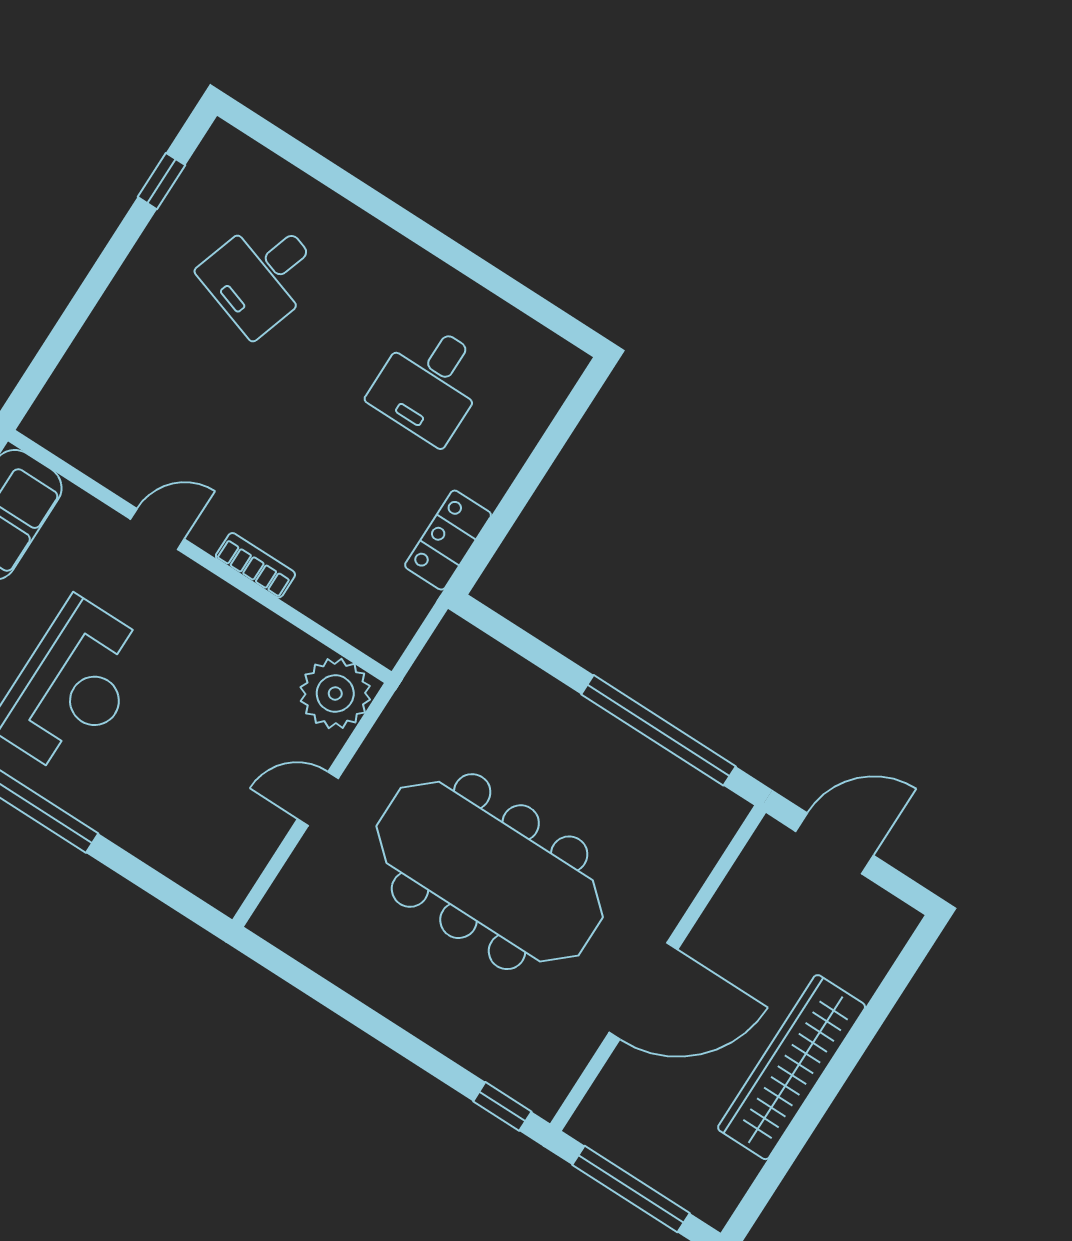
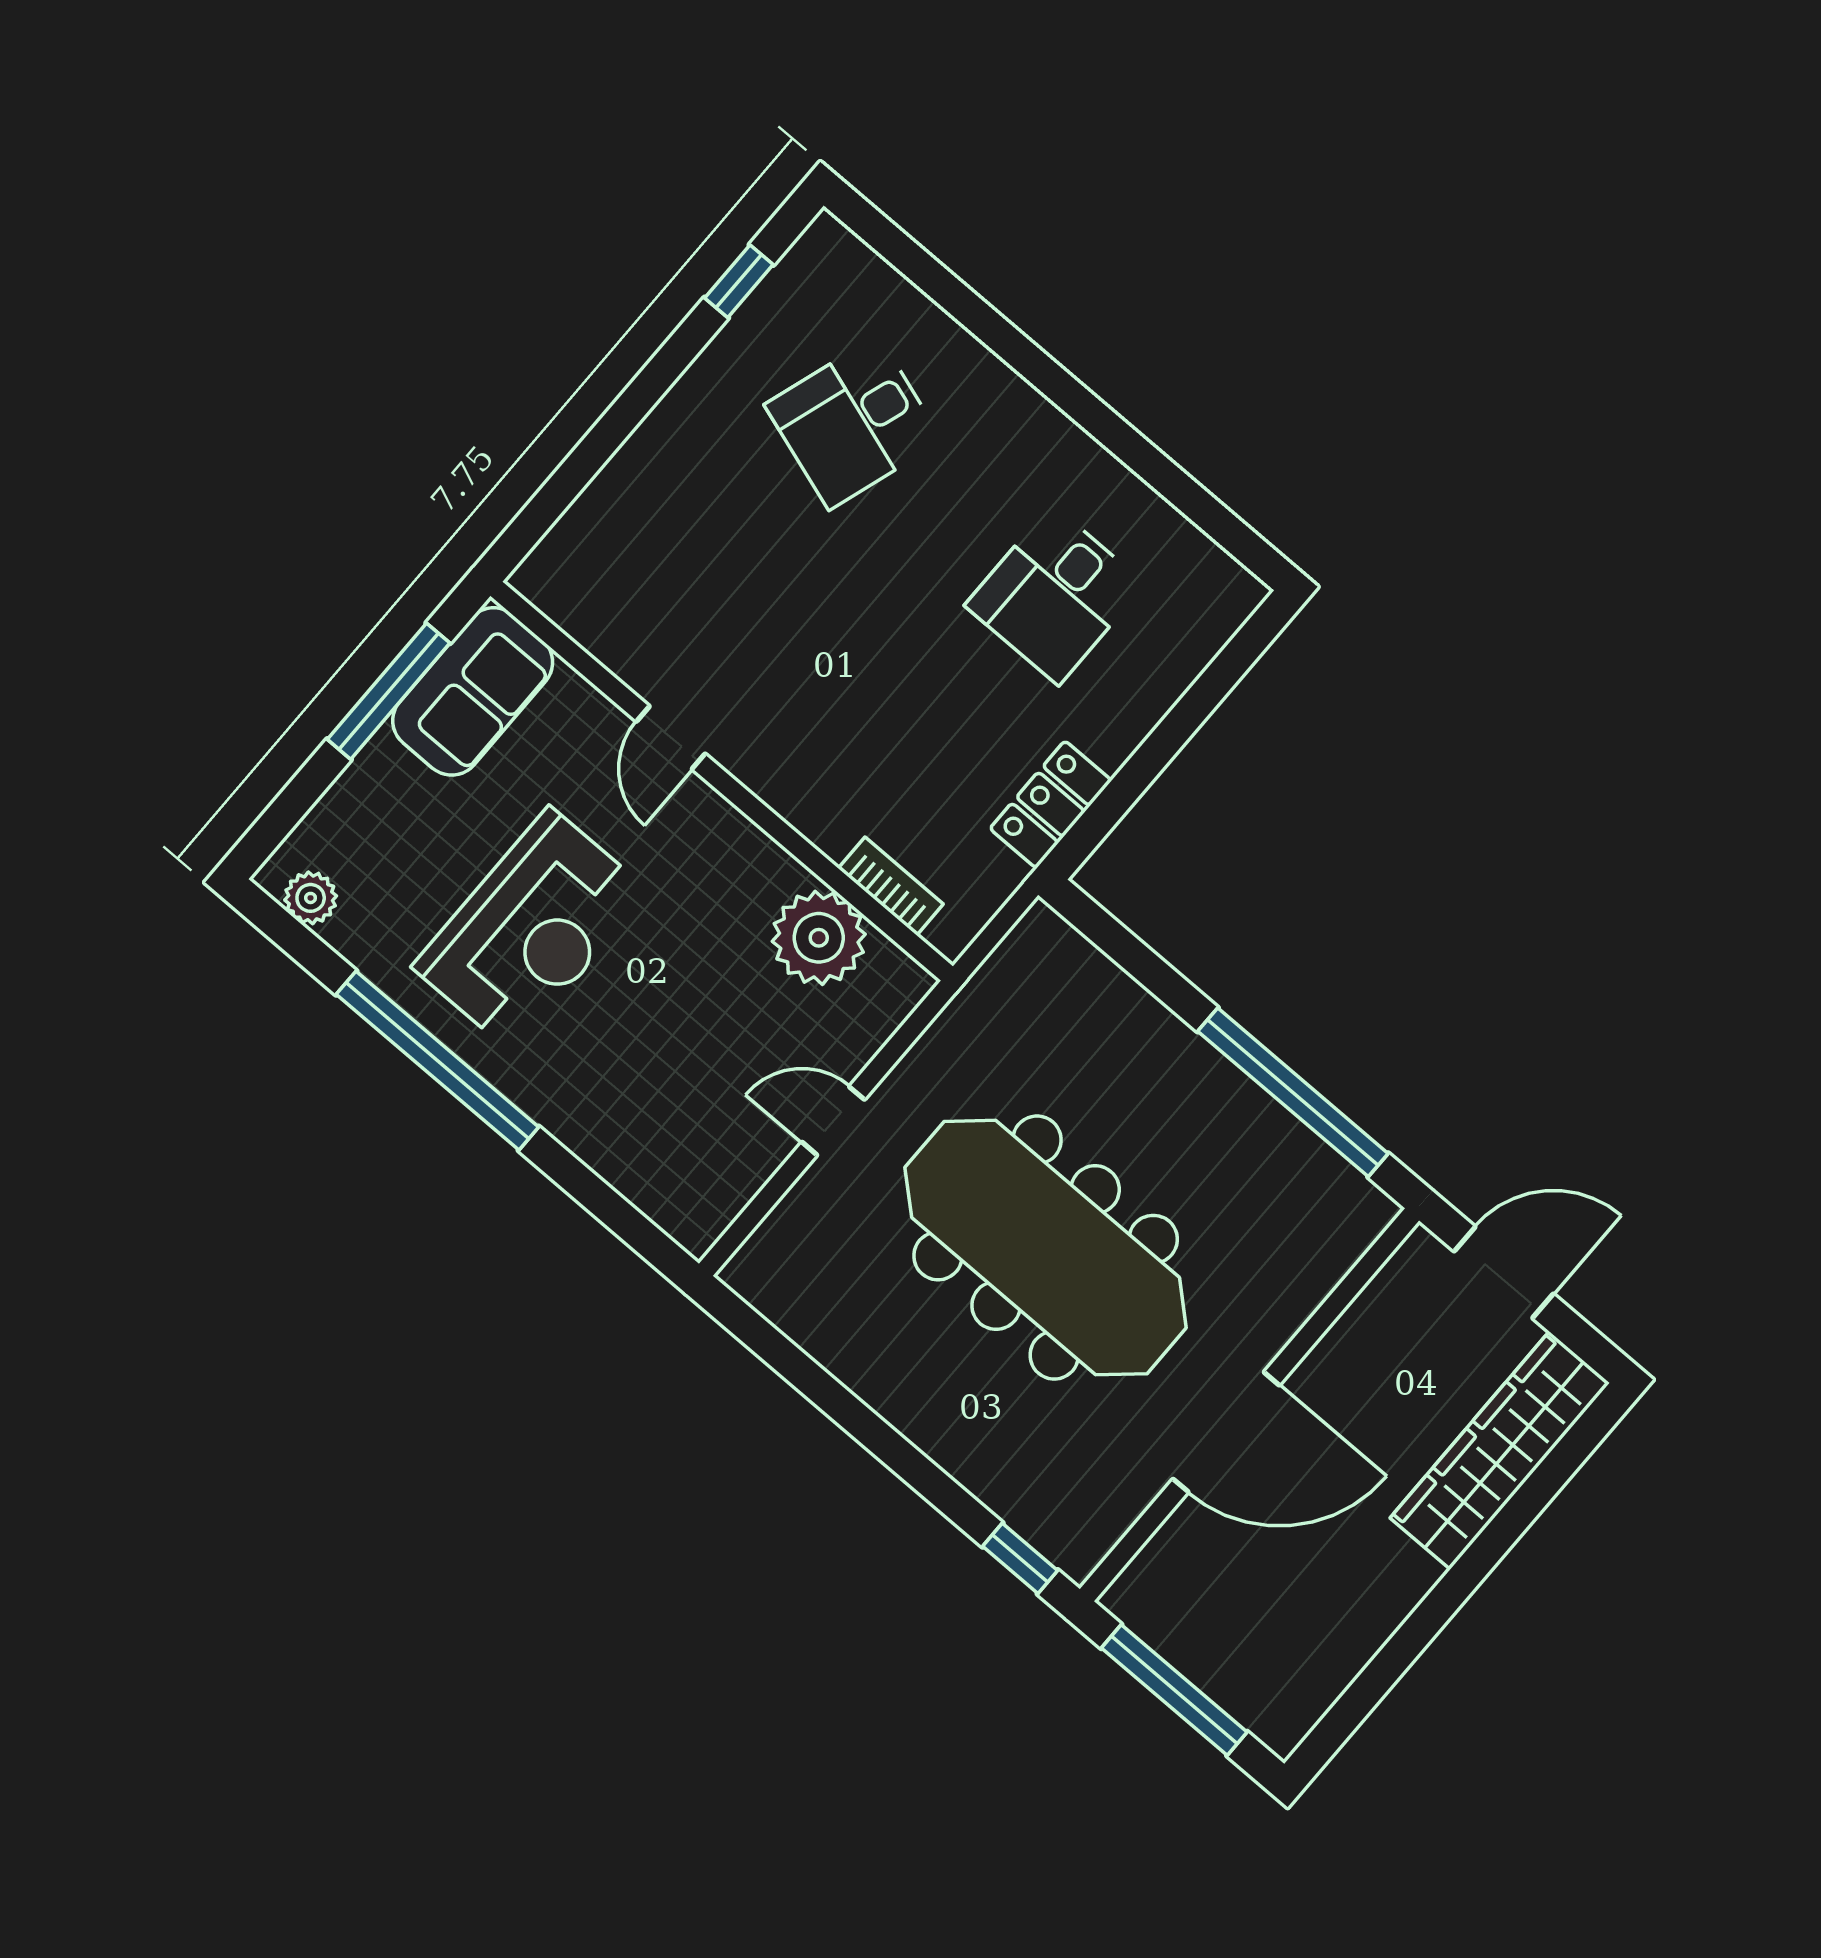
door: (157, 529) -> (671, 738), swing flipped
bookcase: (255, 565) -> (891, 886), moved
plant: (335, 693) -> (819, 938), moved
wardrobe: (792, 1067) -> (1500, 1450), moved

